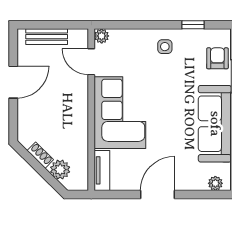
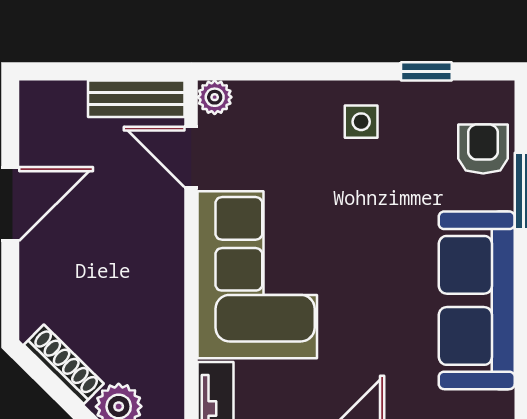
bench: (47, 37) -> (136, 99), moved
shoe rack: (40, 155) -> (64, 364), width x1.43

